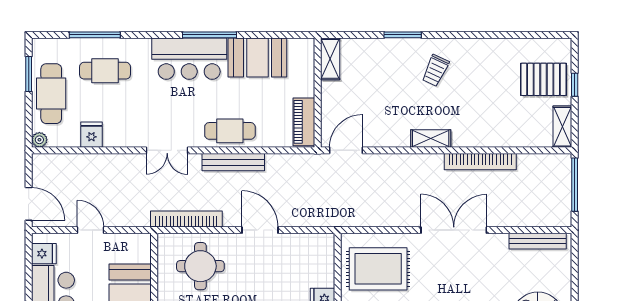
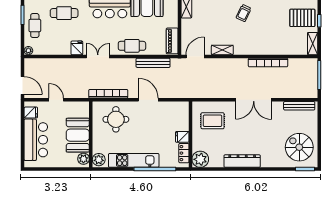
cafe table: (51, 94) -> (35, 26), width x0.73, depth x0.74
fridge: (91, 135) -> (77, 48), moved
shelving: (431, 139) -> (222, 50), moved
double door: (167, 150) -> (98, 56), swing flipped
bench: (233, 162) -> (153, 63), moved
double door: (454, 230) -> (254, 100), swing flipped
rug: (378, 269) -> (213, 121), width x0.73, depth x0.70

